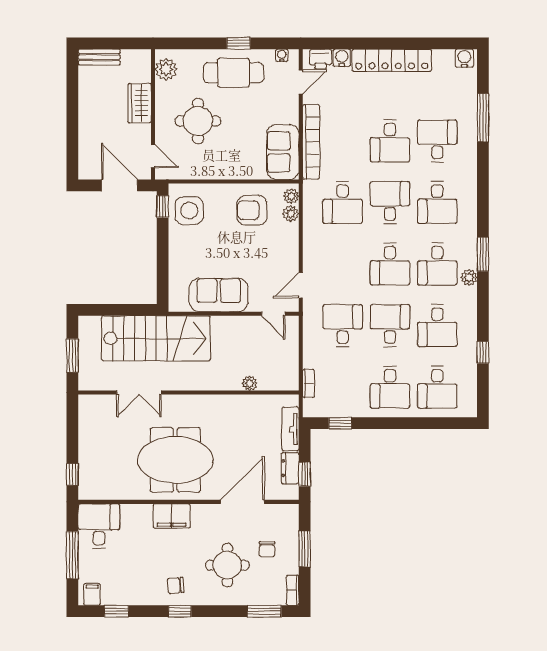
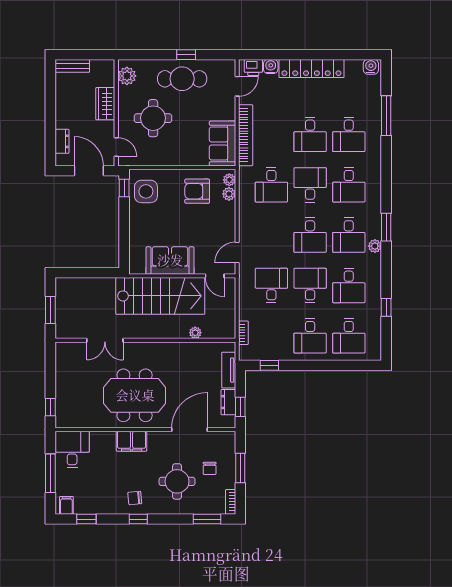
water cooler: (282, 55) -> (222, 64), removed
desk: (437, 141) -> (349, 134), turned 180
dresser: (87, 149) -> (62, 141), added
stairs: (156, 338) -> (160, 296), moved

